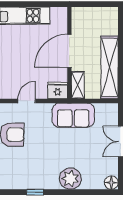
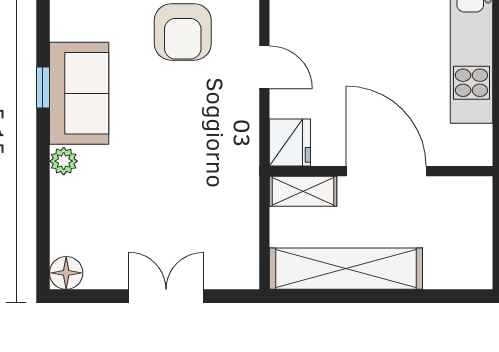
sofa: (73, 115) -> (79, 93), moved, turned 180
plant: (70, 179) -> (64, 161), width x0.53, depth x0.53

